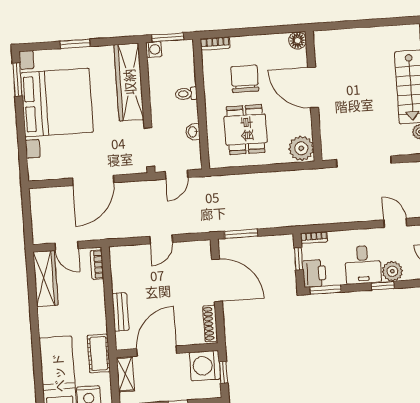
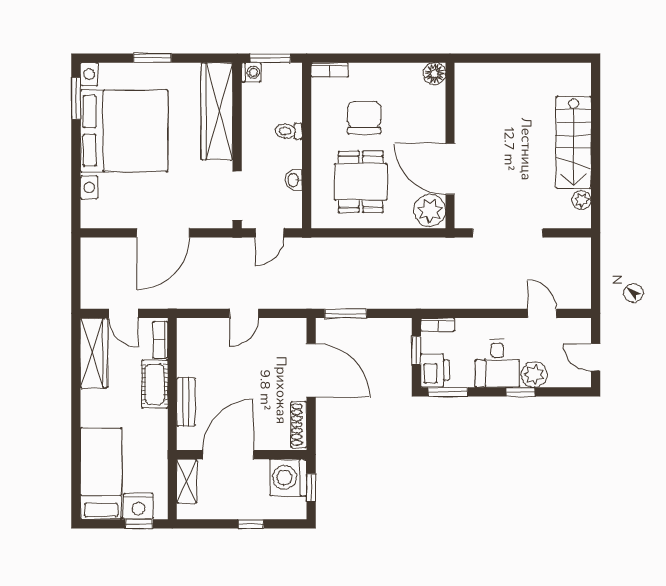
door: (313, 87) -> (450, 169), moved
cot: (99, 353) -> (155, 384), moved

